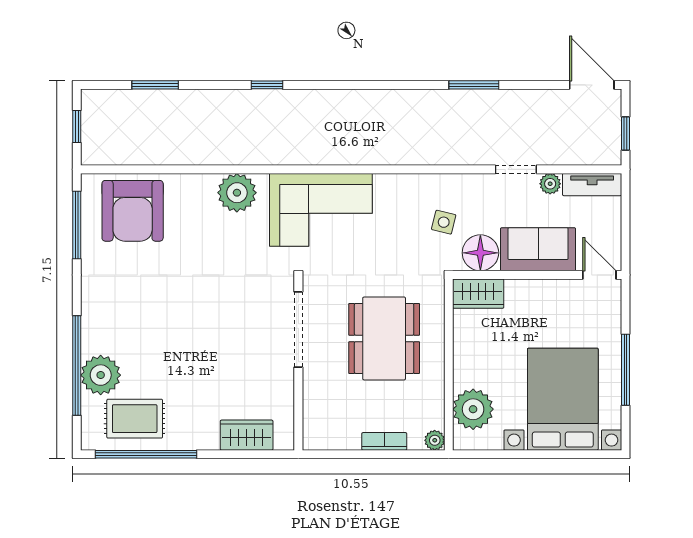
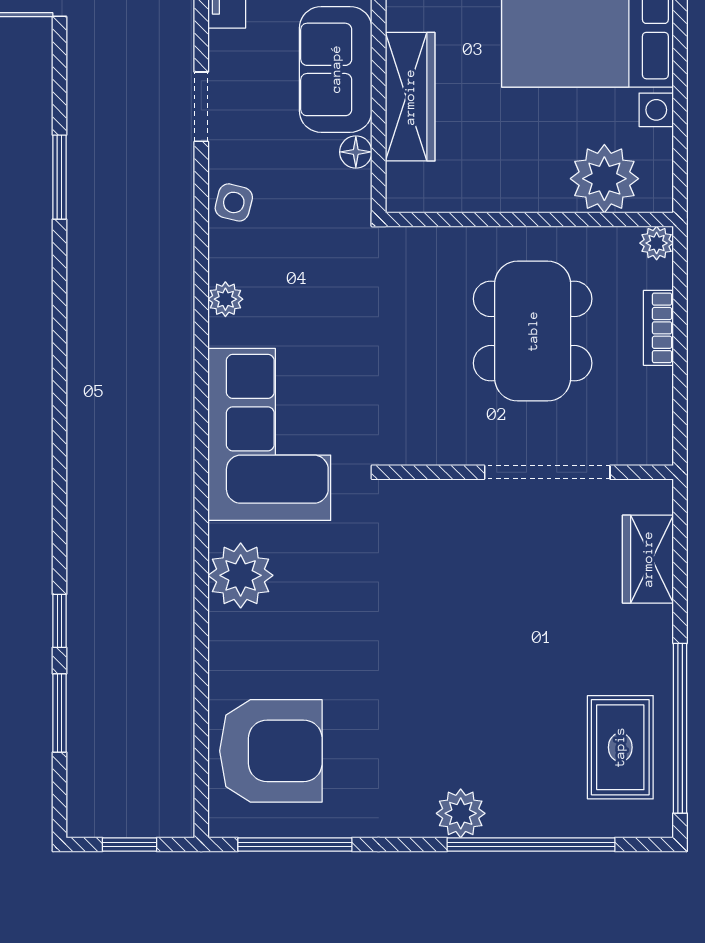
window: (267, 85) -> (59, 621), moved
plant: (550, 184) -> (225, 299), moved
side table: (444, 222) -> (234, 202), moved
floor lamp: (480, 253) -> (356, 152), width x0.53, depth x0.53
wardrobe: (478, 294) -> (410, 97), moved, width x1.50
doorway: (298, 330) -> (547, 472), moved
dining table: (384, 338) -> (533, 331), moved, turned 90
plant: (101, 375) -> (461, 813), moved, width x0.73, depth x0.73

